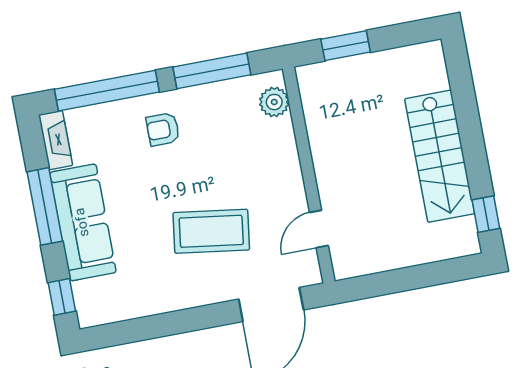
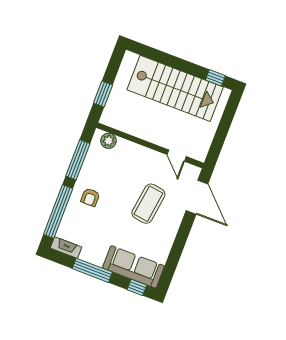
stairs: (440, 156) -> (175, 88), width x1.36, depth x1.51
sofa: (83, 222) -> (133, 267), moved

